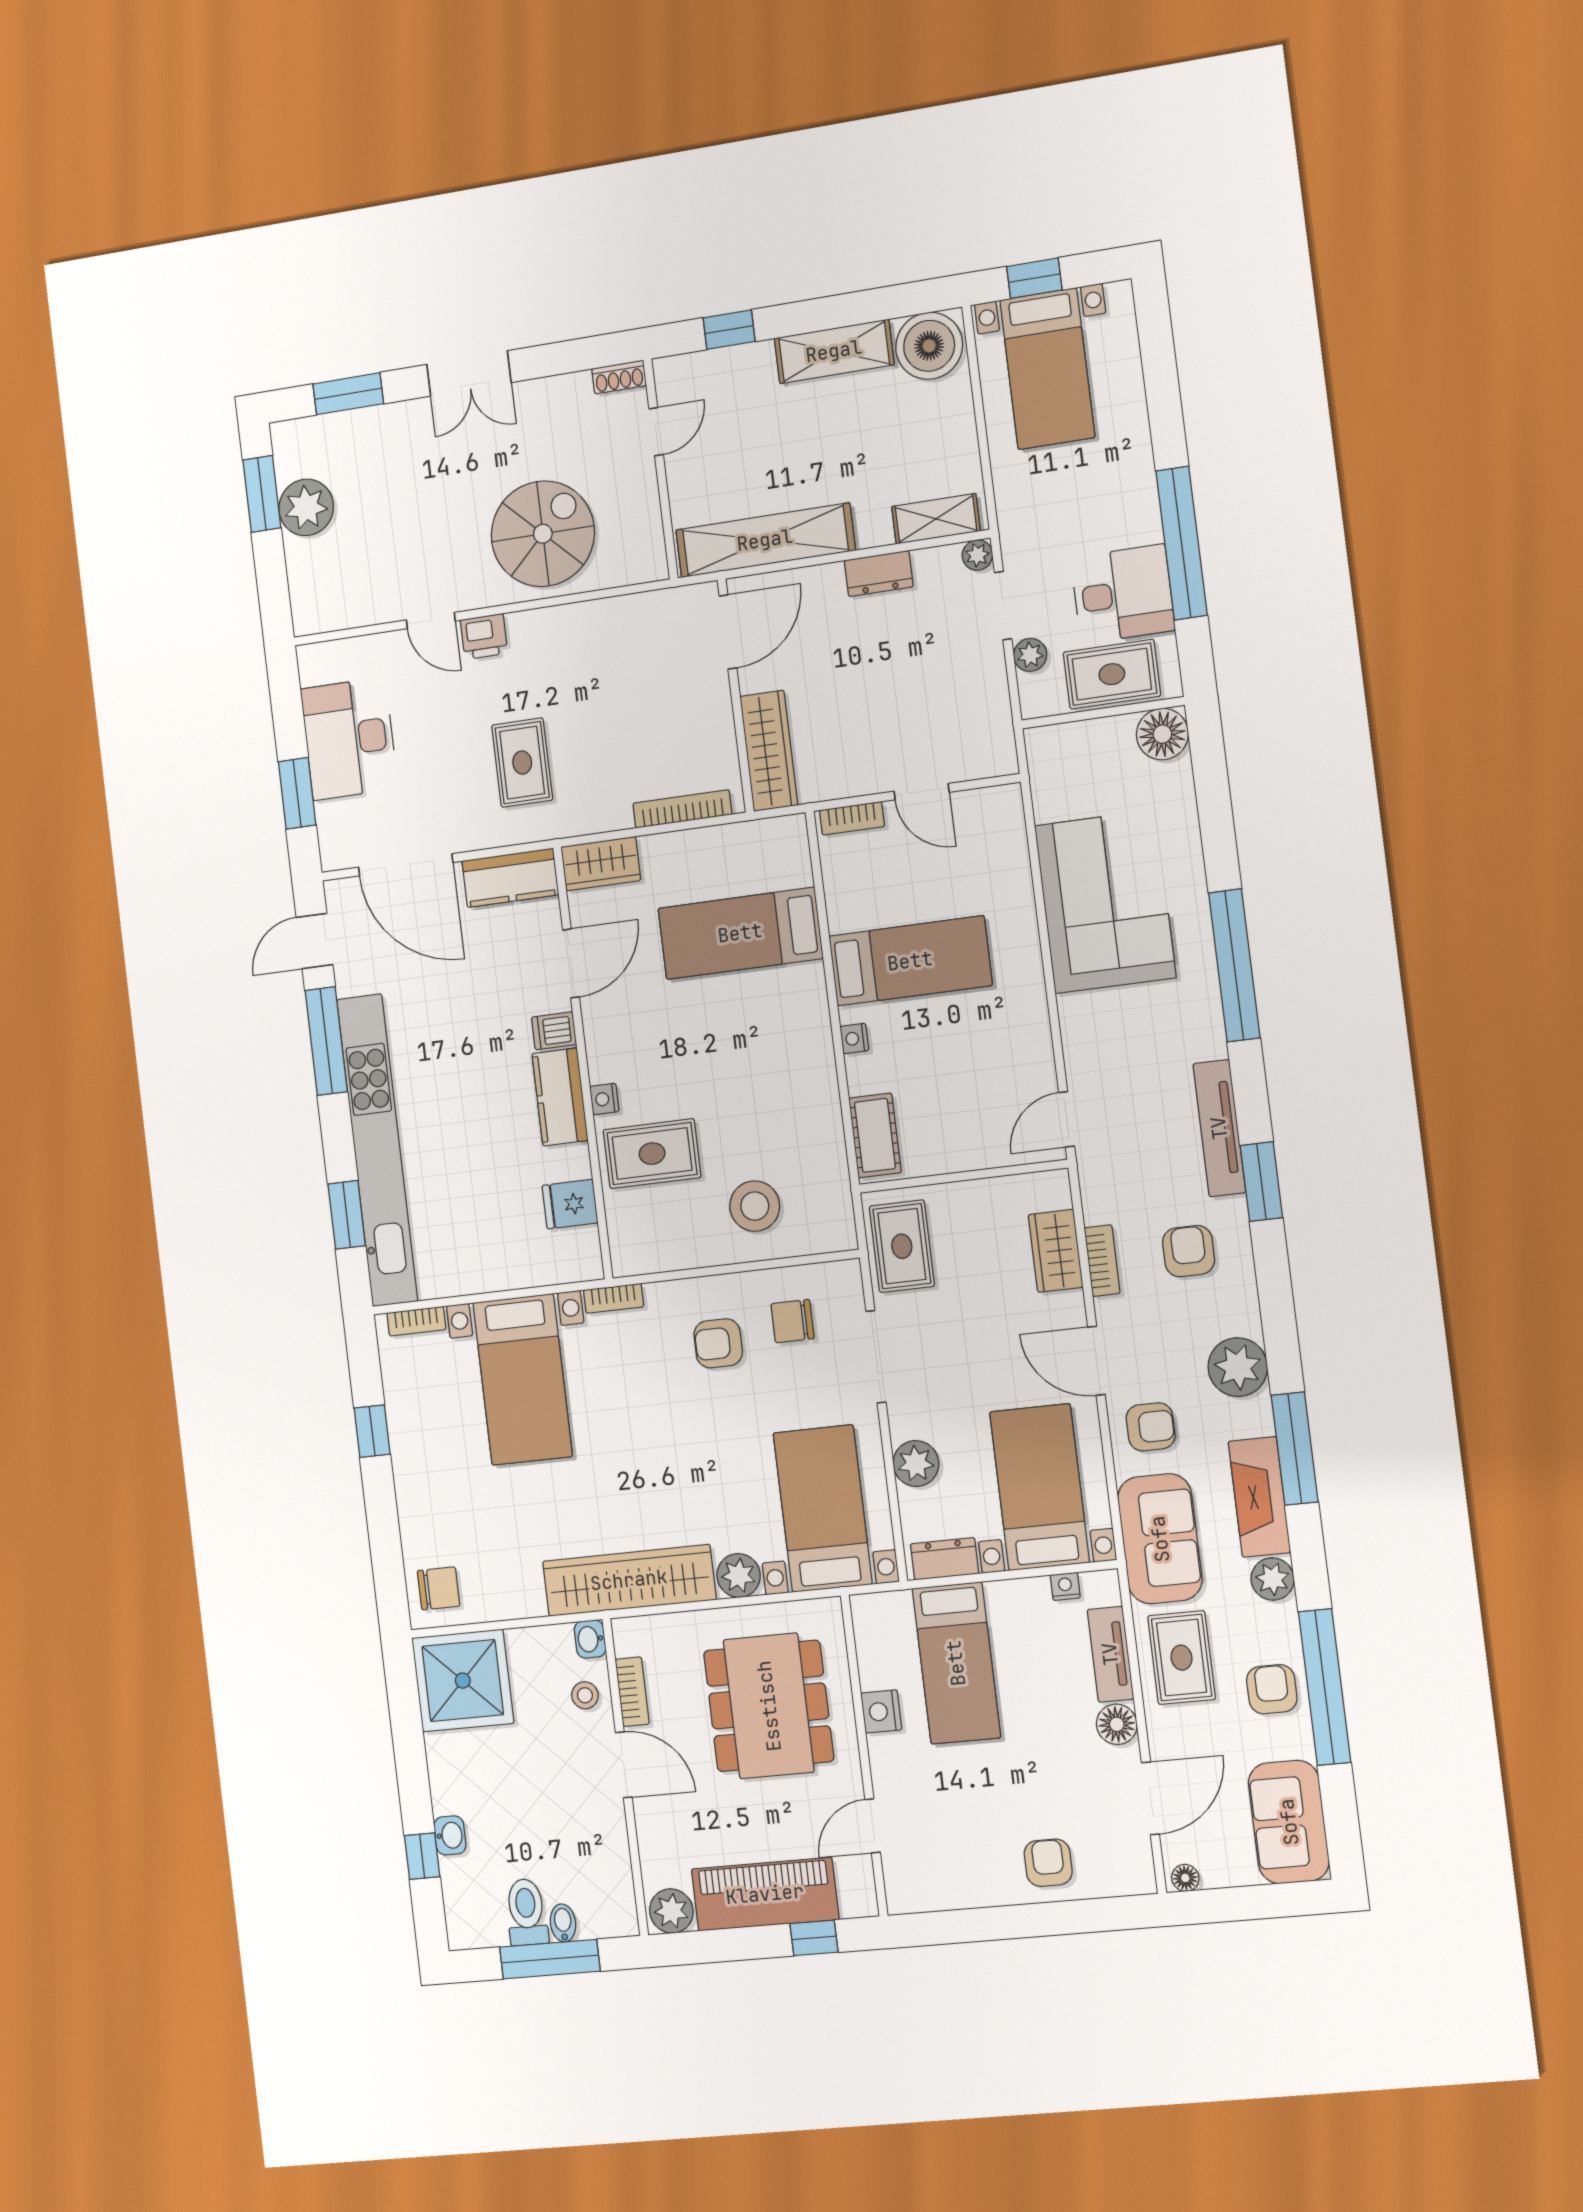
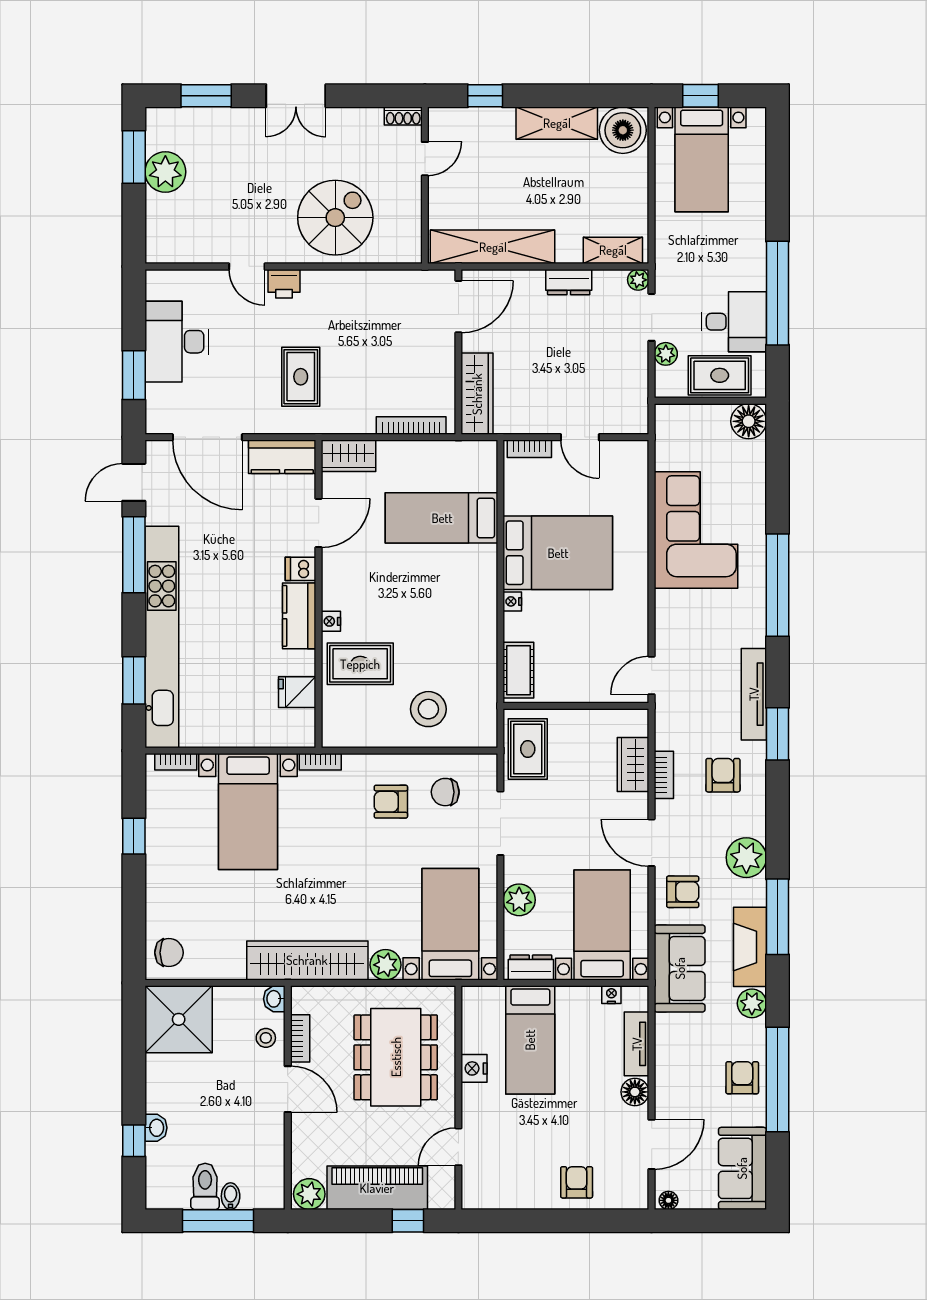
bed: (910, 961) -> (558, 553), width x1.50
rug: (1182, 1658) -> (684, 1051), removed

